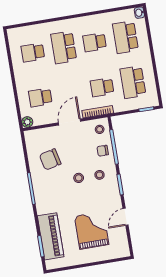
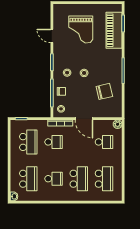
school desk: (33, 52) -> (104, 179), width x1.85
door: (70, 122) -> (84, 119), hinge flipped
door: (126, 217) -> (52, 36), swing flipped

